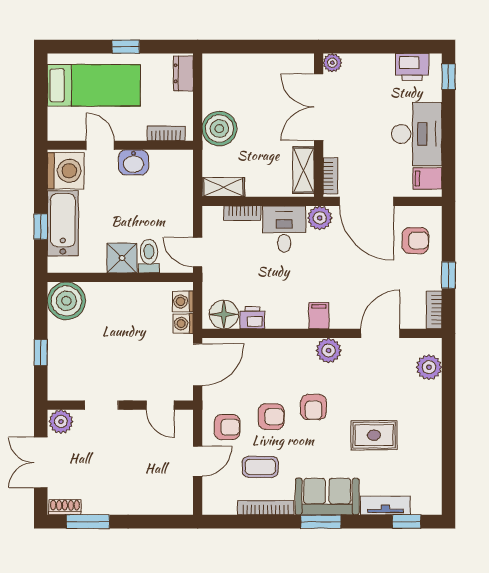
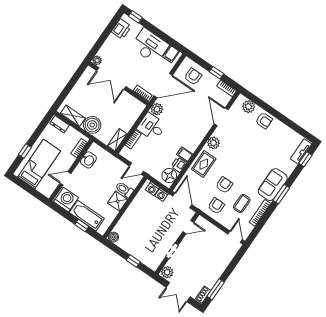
window: (126, 47) -> (25, 151), moved
washbasin: (133, 162) -> (88, 160), moved
shelving: (303, 170) -> (73, 116), moved
boiler: (66, 301) -> (113, 237), width x0.54, depth x0.54
filing cabinet: (319, 316) -> (185, 154), moved
armchair: (313, 407) -> (264, 121), moved
rug: (374, 435) -> (204, 164), moved
door: (198, 461) -> (235, 237), moved
tv unit: (385, 505) -> (301, 151), moved

